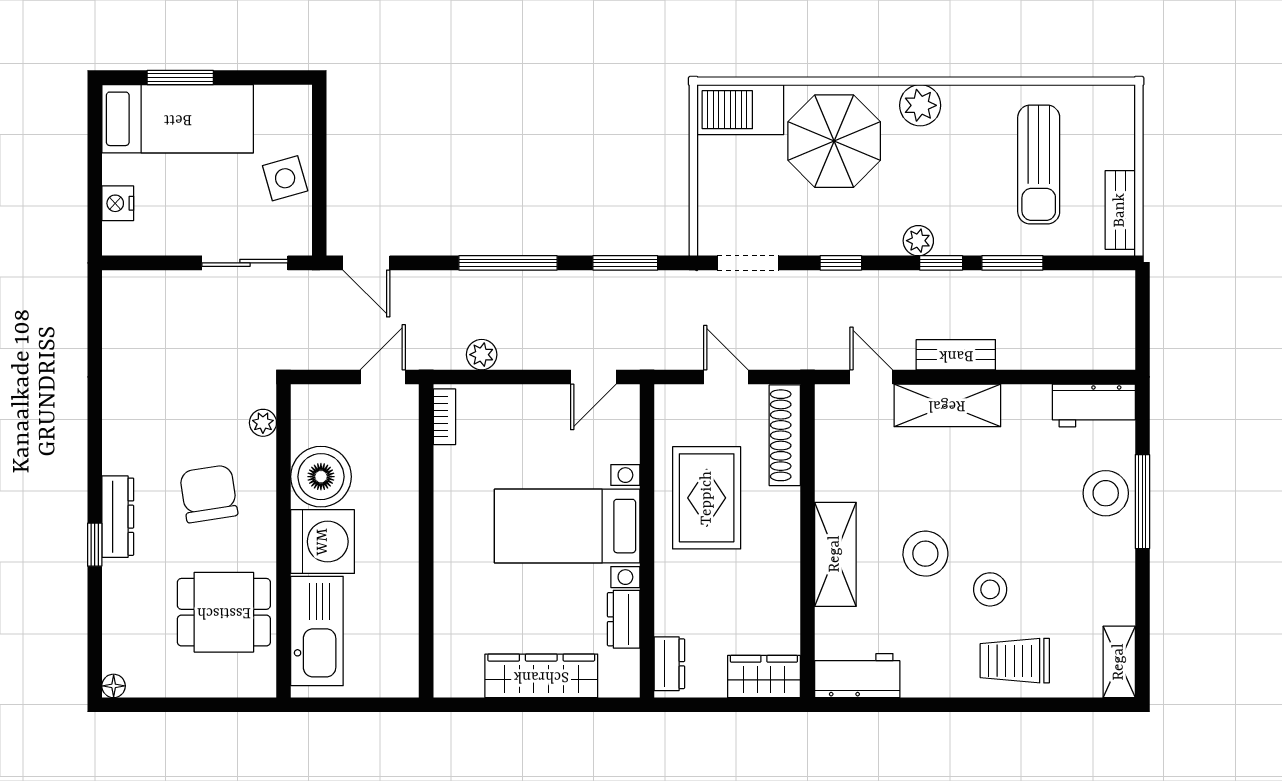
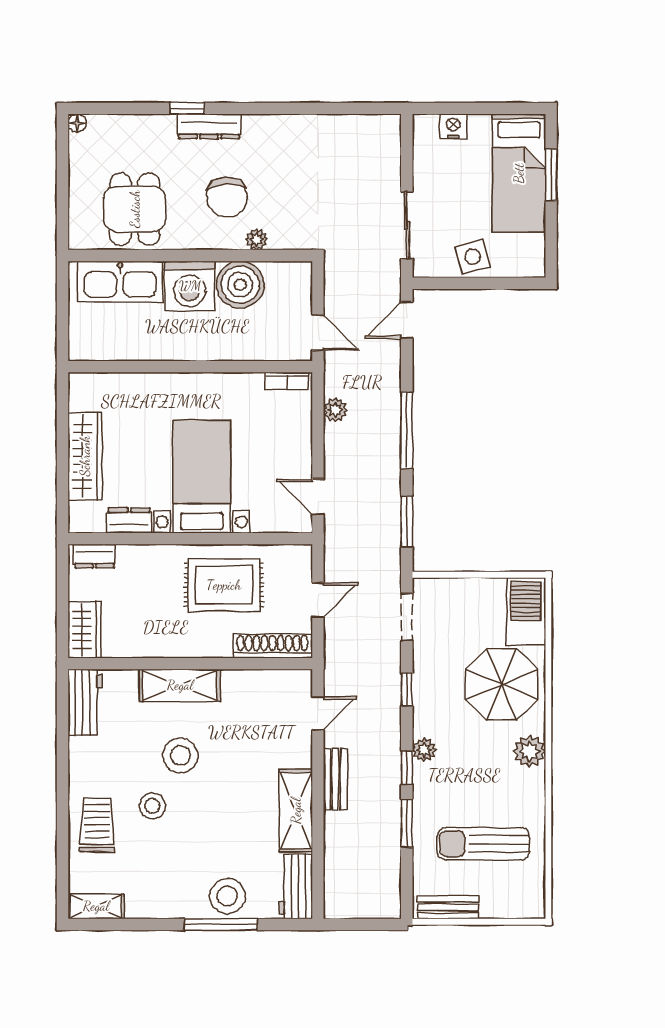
shelving: (947, 405) -> (296, 811), moved
plant: (263, 423) -> (257, 239), moved
chair: (209, 494) -> (227, 197), turned 97

